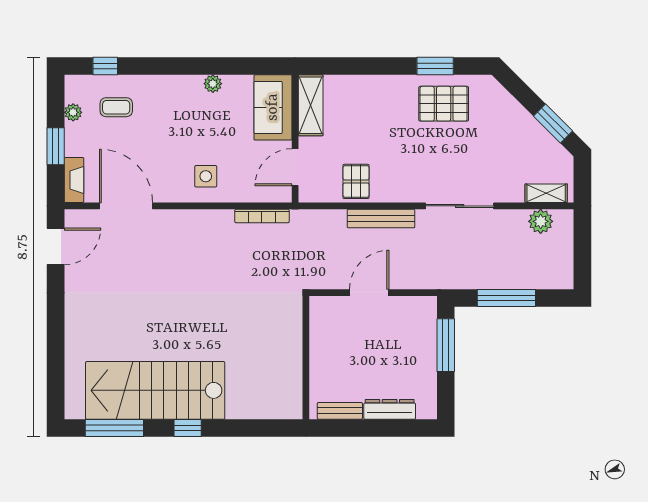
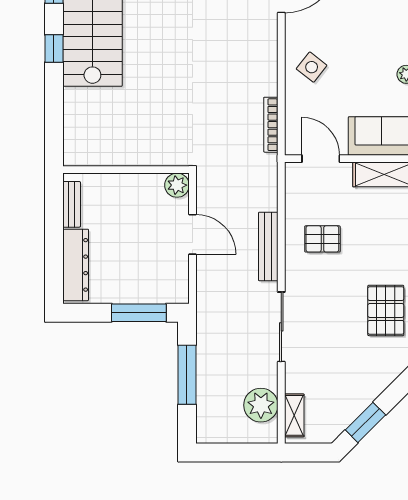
side table: (206, 176) -> (312, 67), turned 38
pallet: (356, 181) -> (322, 239), moved
plant: (541, 221) -> (261, 405), width x1.36, depth x1.36
plant: (321, 308) -> (177, 185), added
dresser: (390, 409) -> (76, 265), width x1.37, depth x1.24

